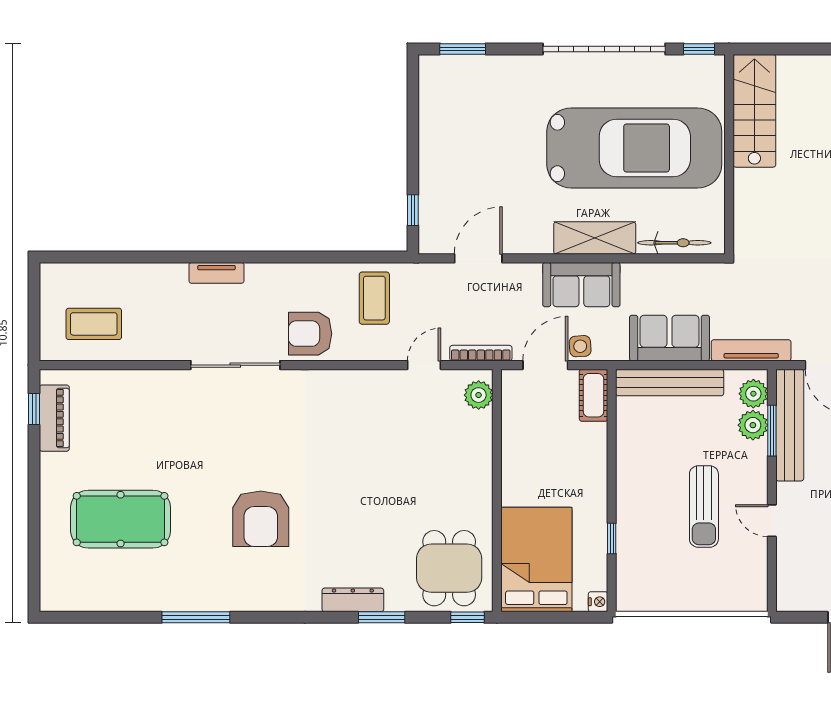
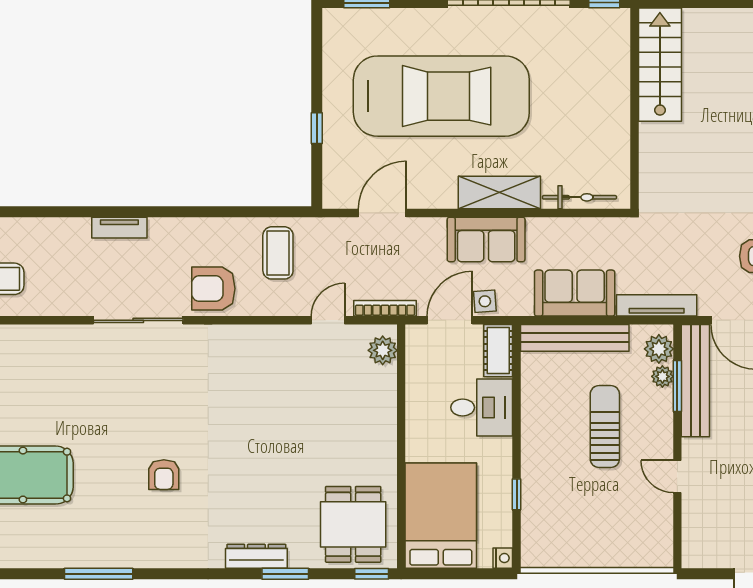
car: (634, 148) -> (441, 96), moved
window: (413, 210) -> (317, 128), moved
plant: (753, 425) -> (662, 376), width x0.73, depth x0.73
desk: (577, 452) -> (482, 407), added
sun lounger: (704, 506) -> (605, 427), moved, turned 180
armchair: (261, 519) -> (164, 475), width x0.53, depth x0.53

